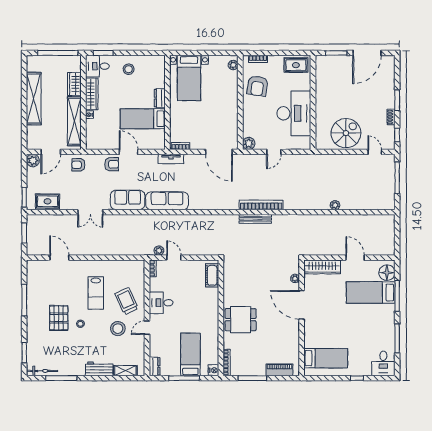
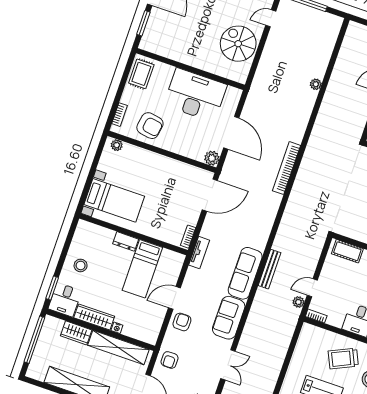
door: (274, 152) -> (231, 133), width x1.87
bench: (255, 219) -> (270, 269), moved

